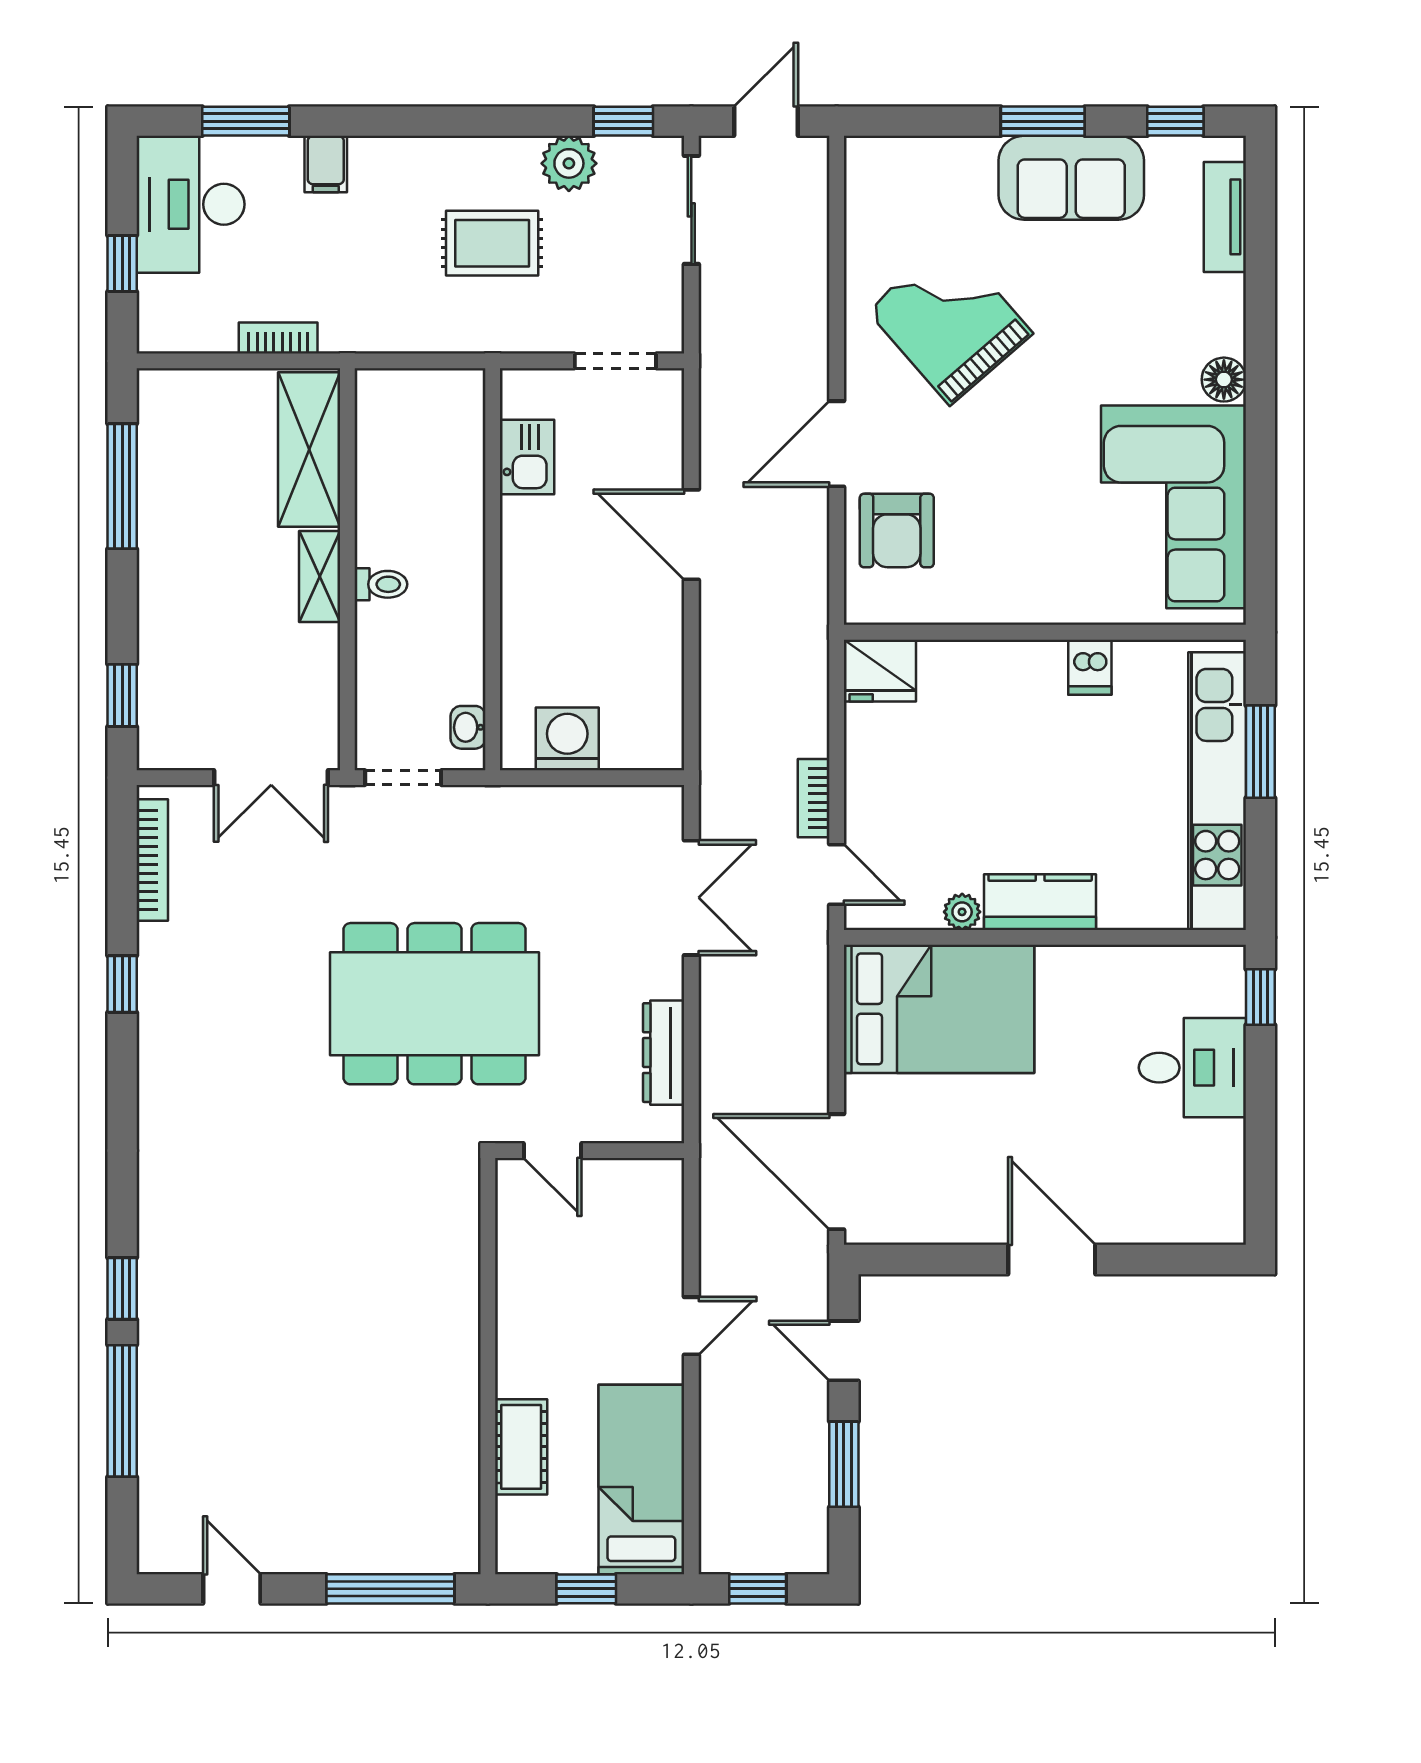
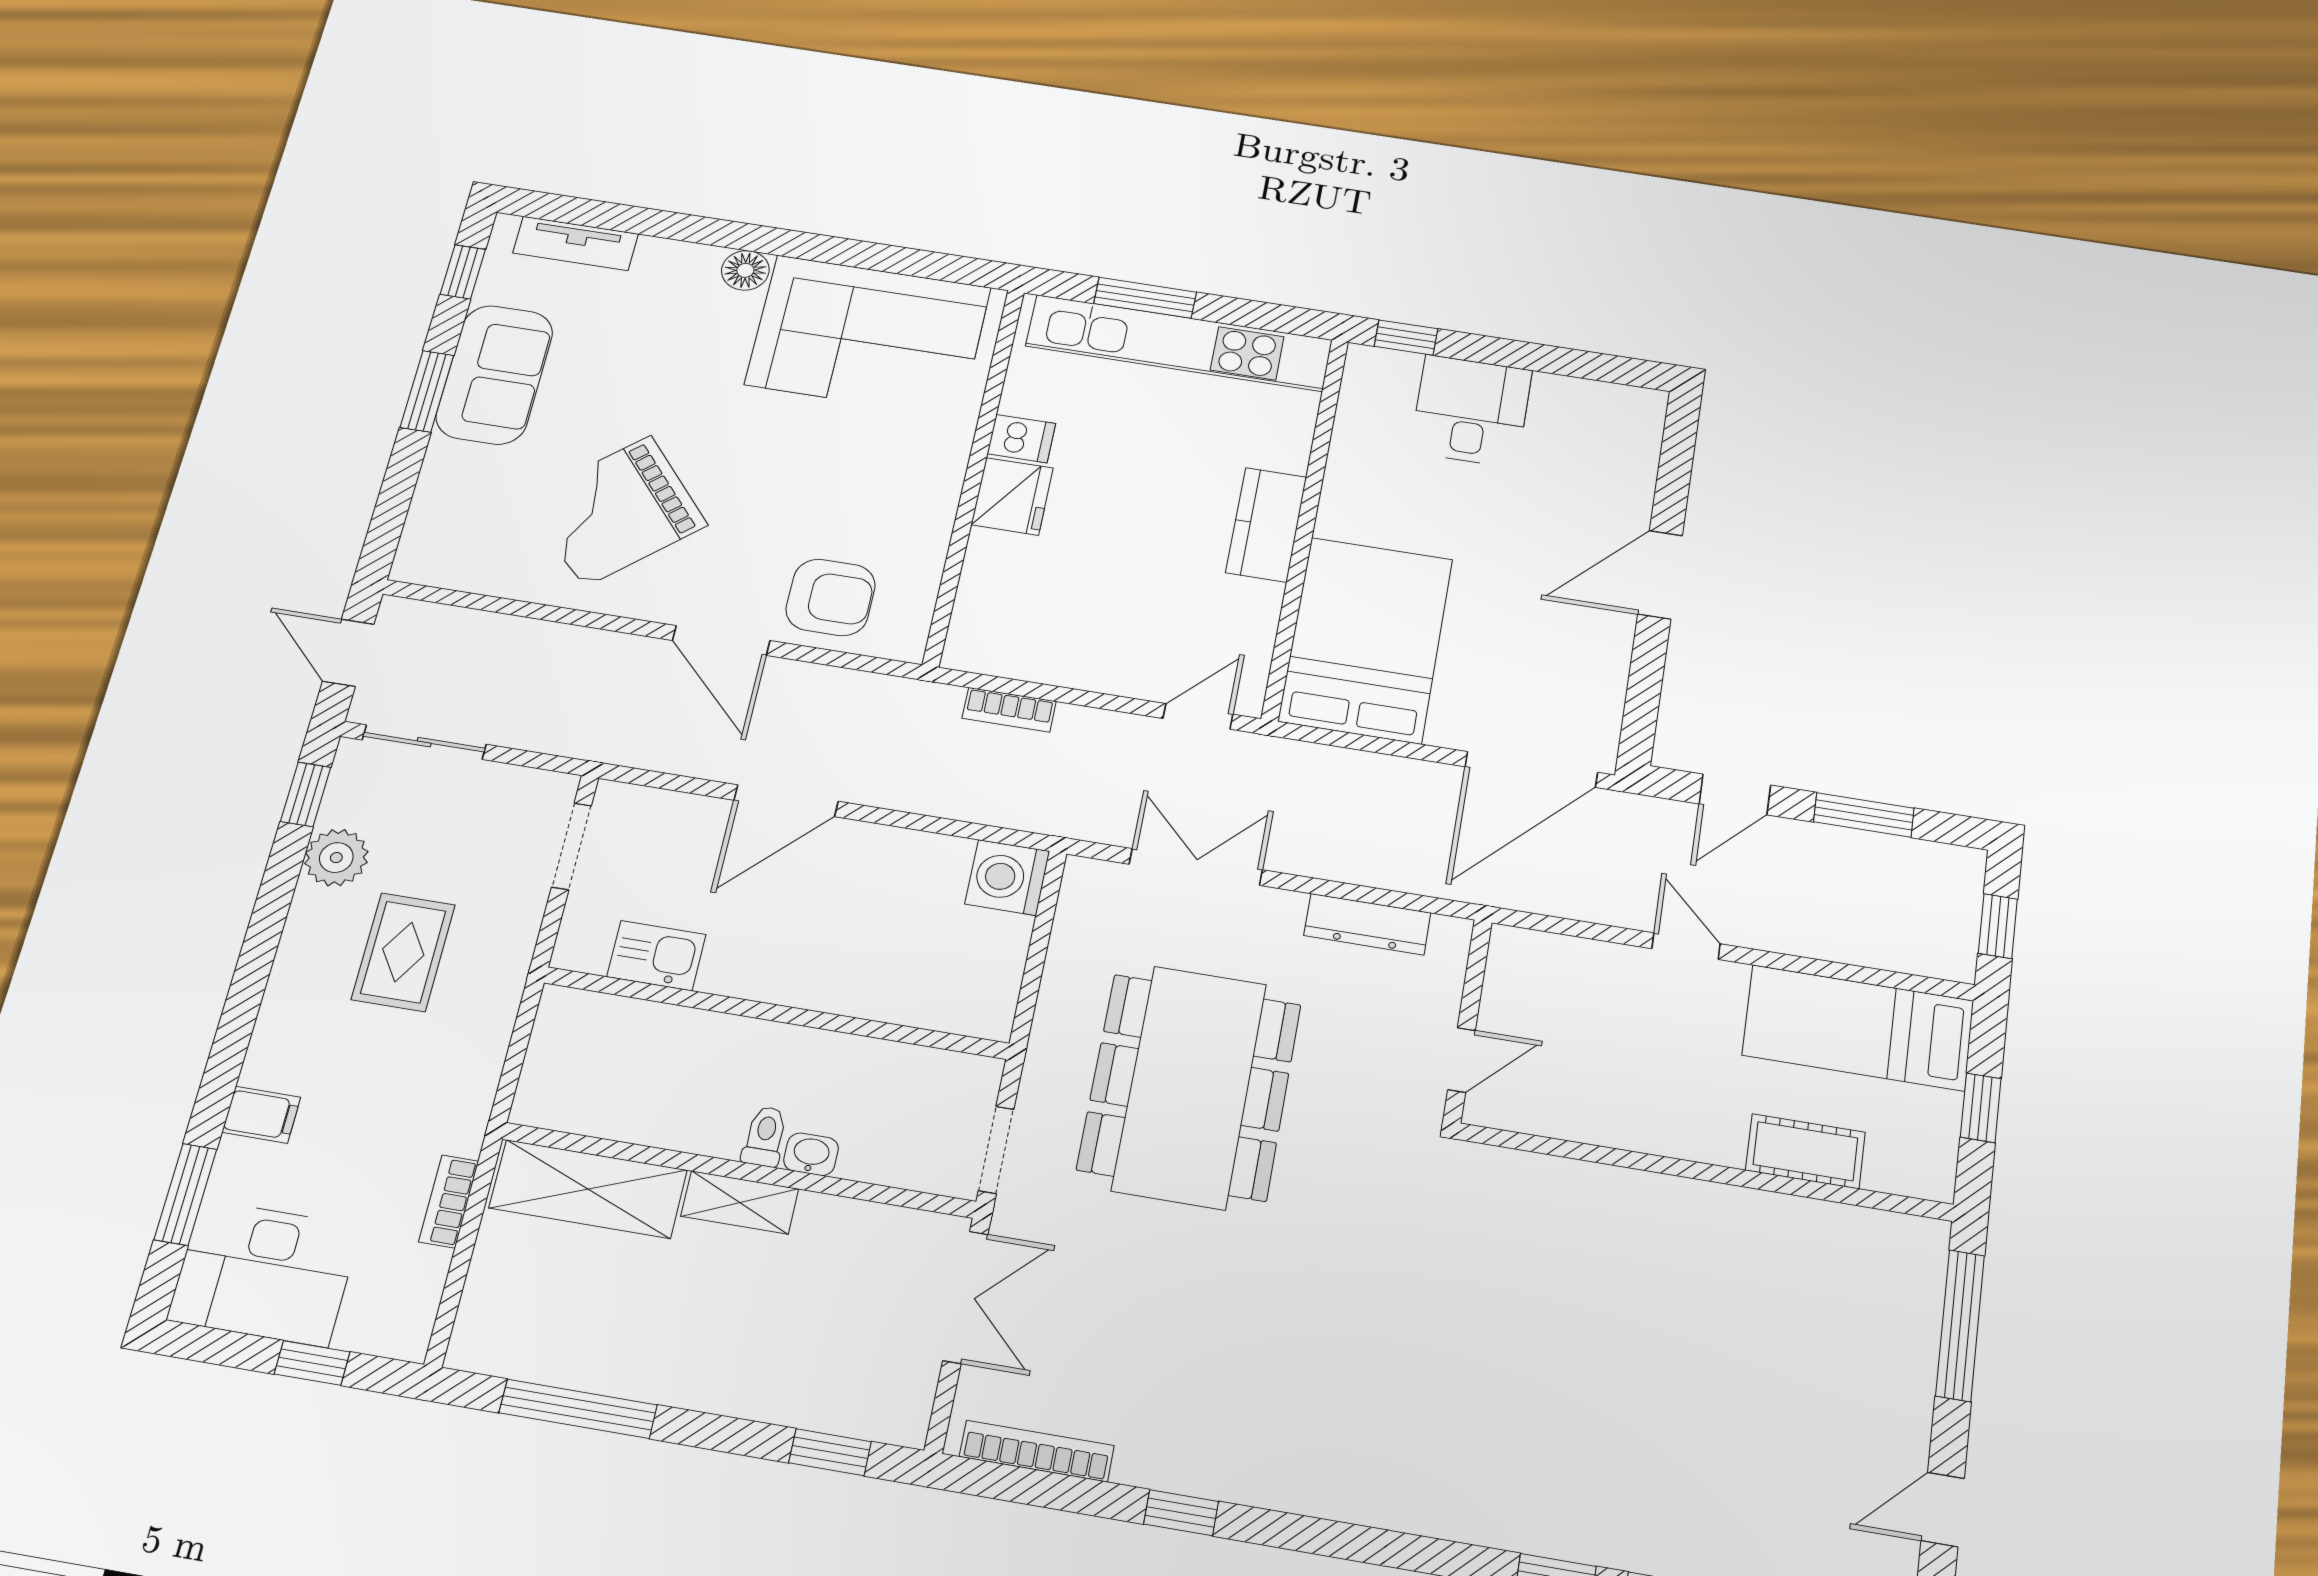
fridge: (880, 671) -> (1012, 496), moved
washbasin: (468, 727) -> (811, 1154), moved, turned 180
washing machine: (567, 739) -> (1007, 877), moved
bookcase: (814, 798) -> (1009, 710), moved
plant: (962, 912) -> (1263, 601), removed
dining table: (434, 1004) -> (1189, 1087), moved

